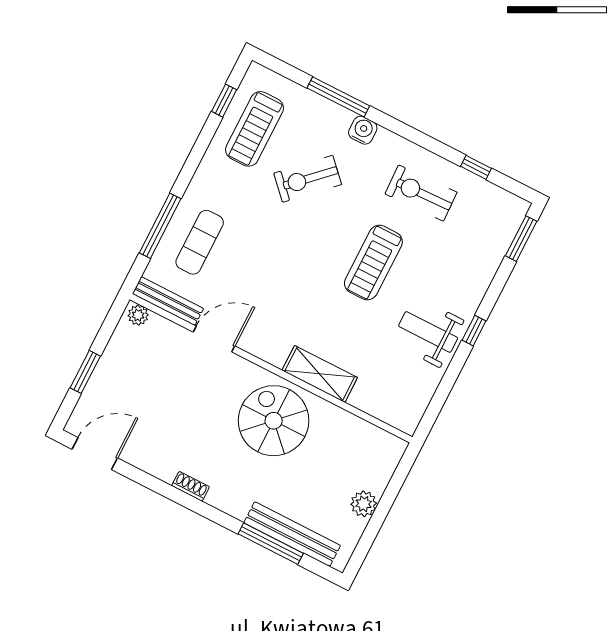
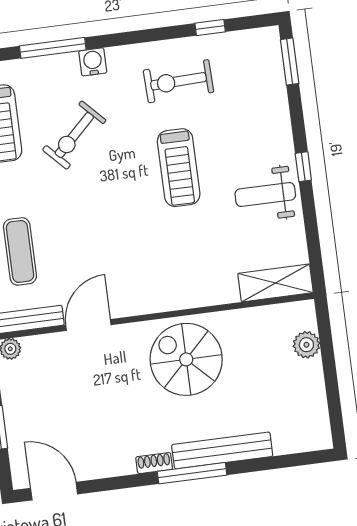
shelving: (320, 374) -> (275, 283), moved
door: (95, 454) -> (54, 491), hinge flipped
plant: (364, 504) -> (306, 345), moved
bench: (292, 534) -> (222, 450), moved
window: (271, 544) -> (192, 473), moved

